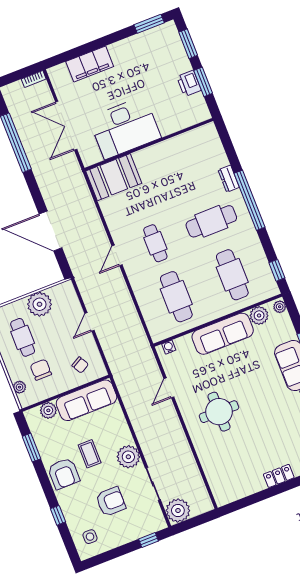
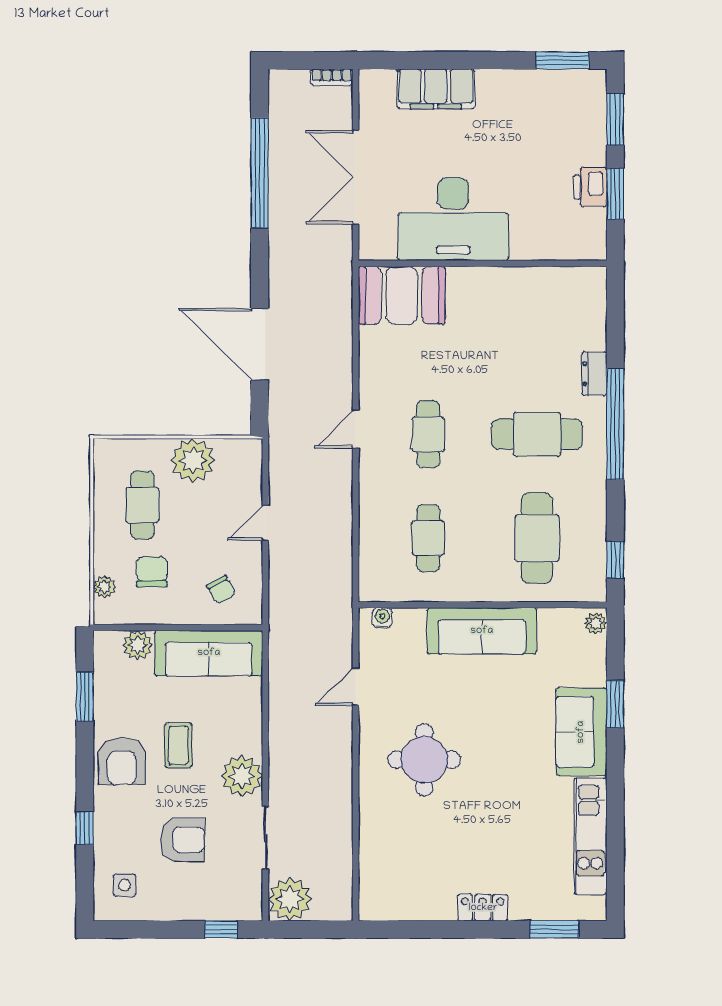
cafe table: (176, 297) -> (428, 538), width x0.73, depth x0.74
plant: (259, 315) -> (555, 624), removed

